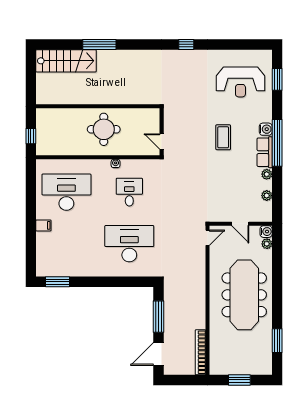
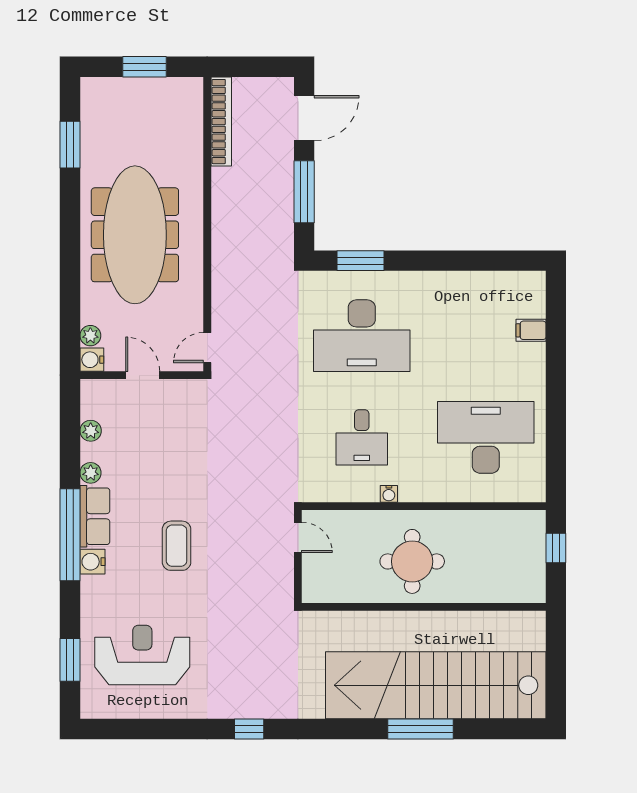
stairs: (66, 61) -> (436, 685), width x1.86, depth x1.51
desk: (66, 192) -> (486, 437), turned 180
filing cabinet: (43, 225) -> (531, 330), moved
window: (58, 282) -> (360, 261), moved

